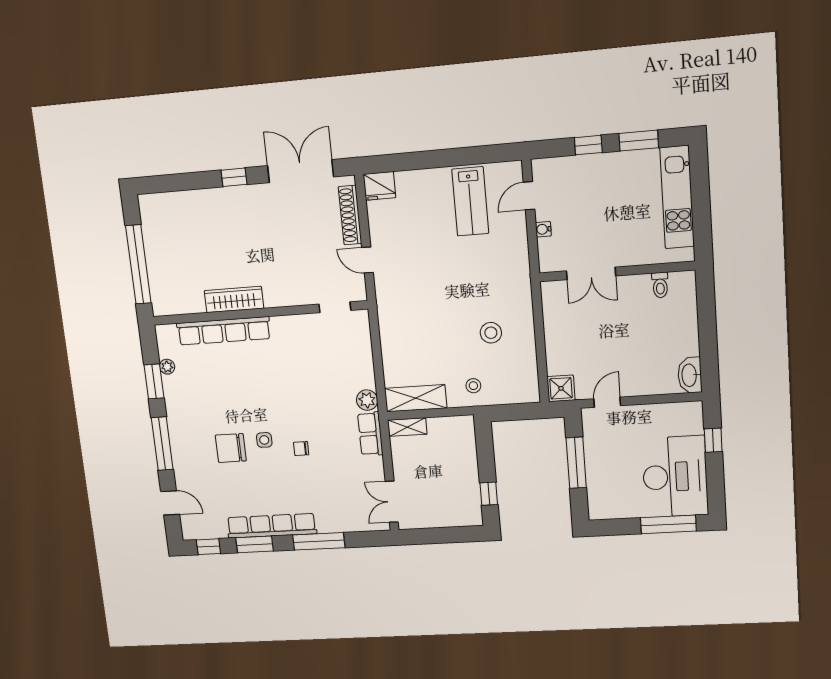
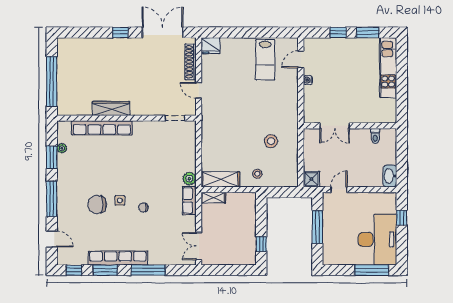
wall: (617, 271) -> (350, 126), moved
double door: (591, 273) -> (335, 126), moved
toilet: (660, 285) -> (375, 136), moved

